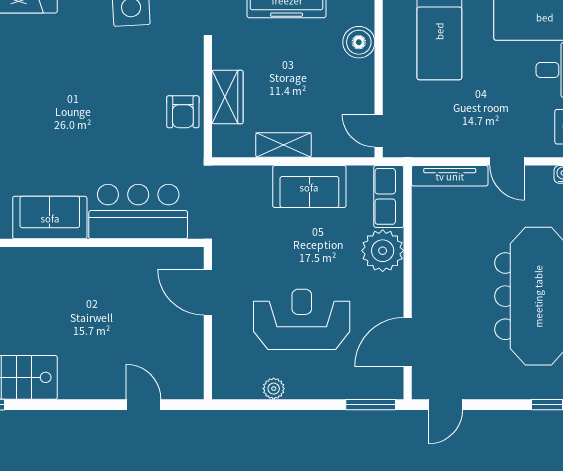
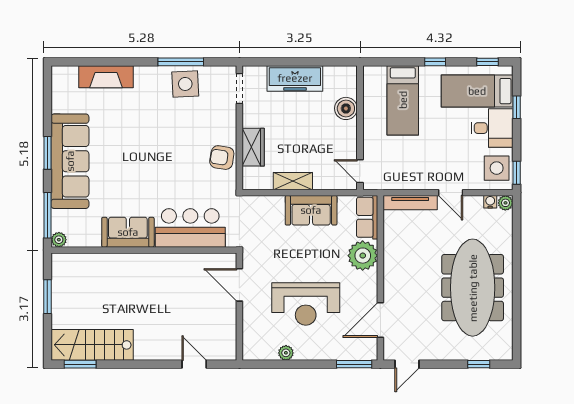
armchair: (183, 112) -> (222, 158), turned 99
reception desk: (302, 319) -> (306, 304), turned 180

